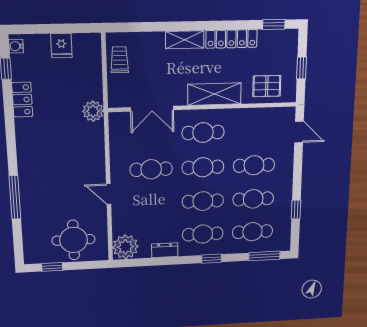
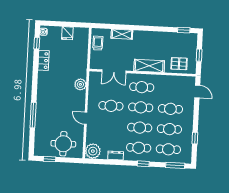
locker: (231, 39) -> (160, 36), removed
shelving: (185, 40) -> (122, 34), moved
plant: (93, 111) -> (80, 84), moved

